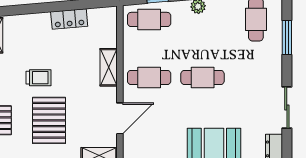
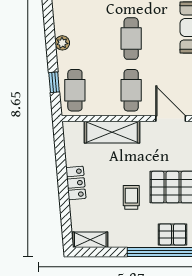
locker: (69, 19) -> (76, 183), moved
shelving: (109, 67) -> (112, 132), width x1.50, depth x1.33

